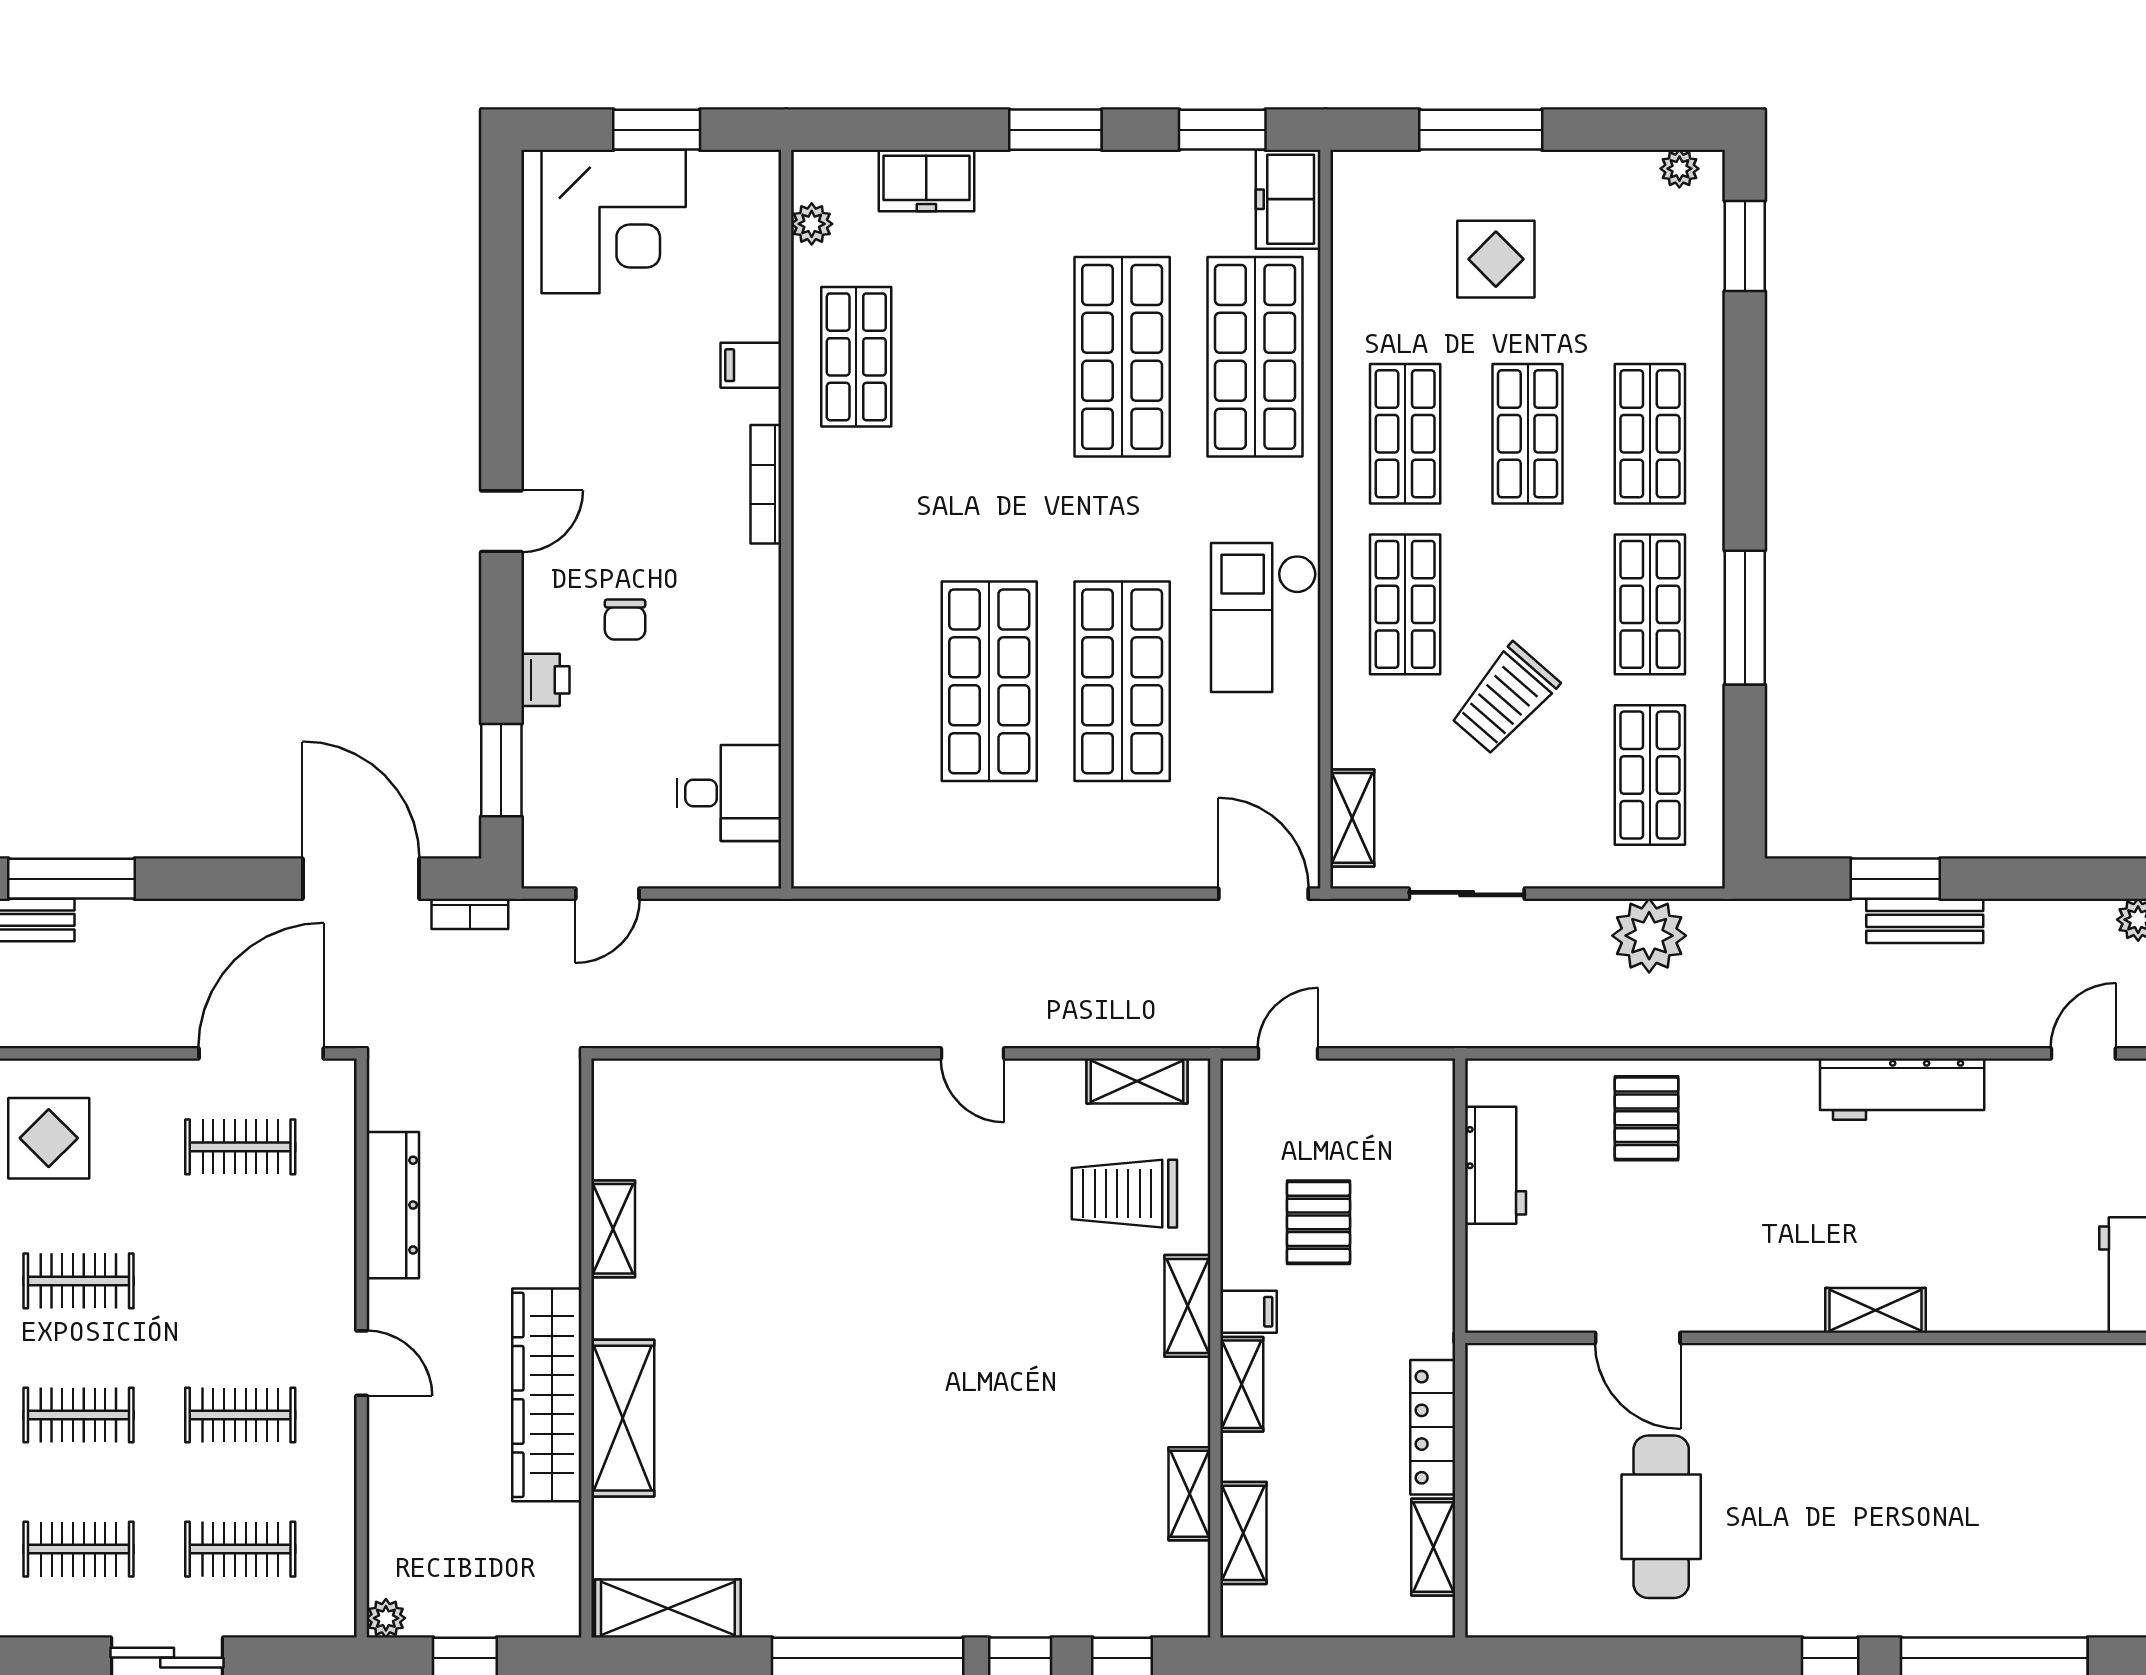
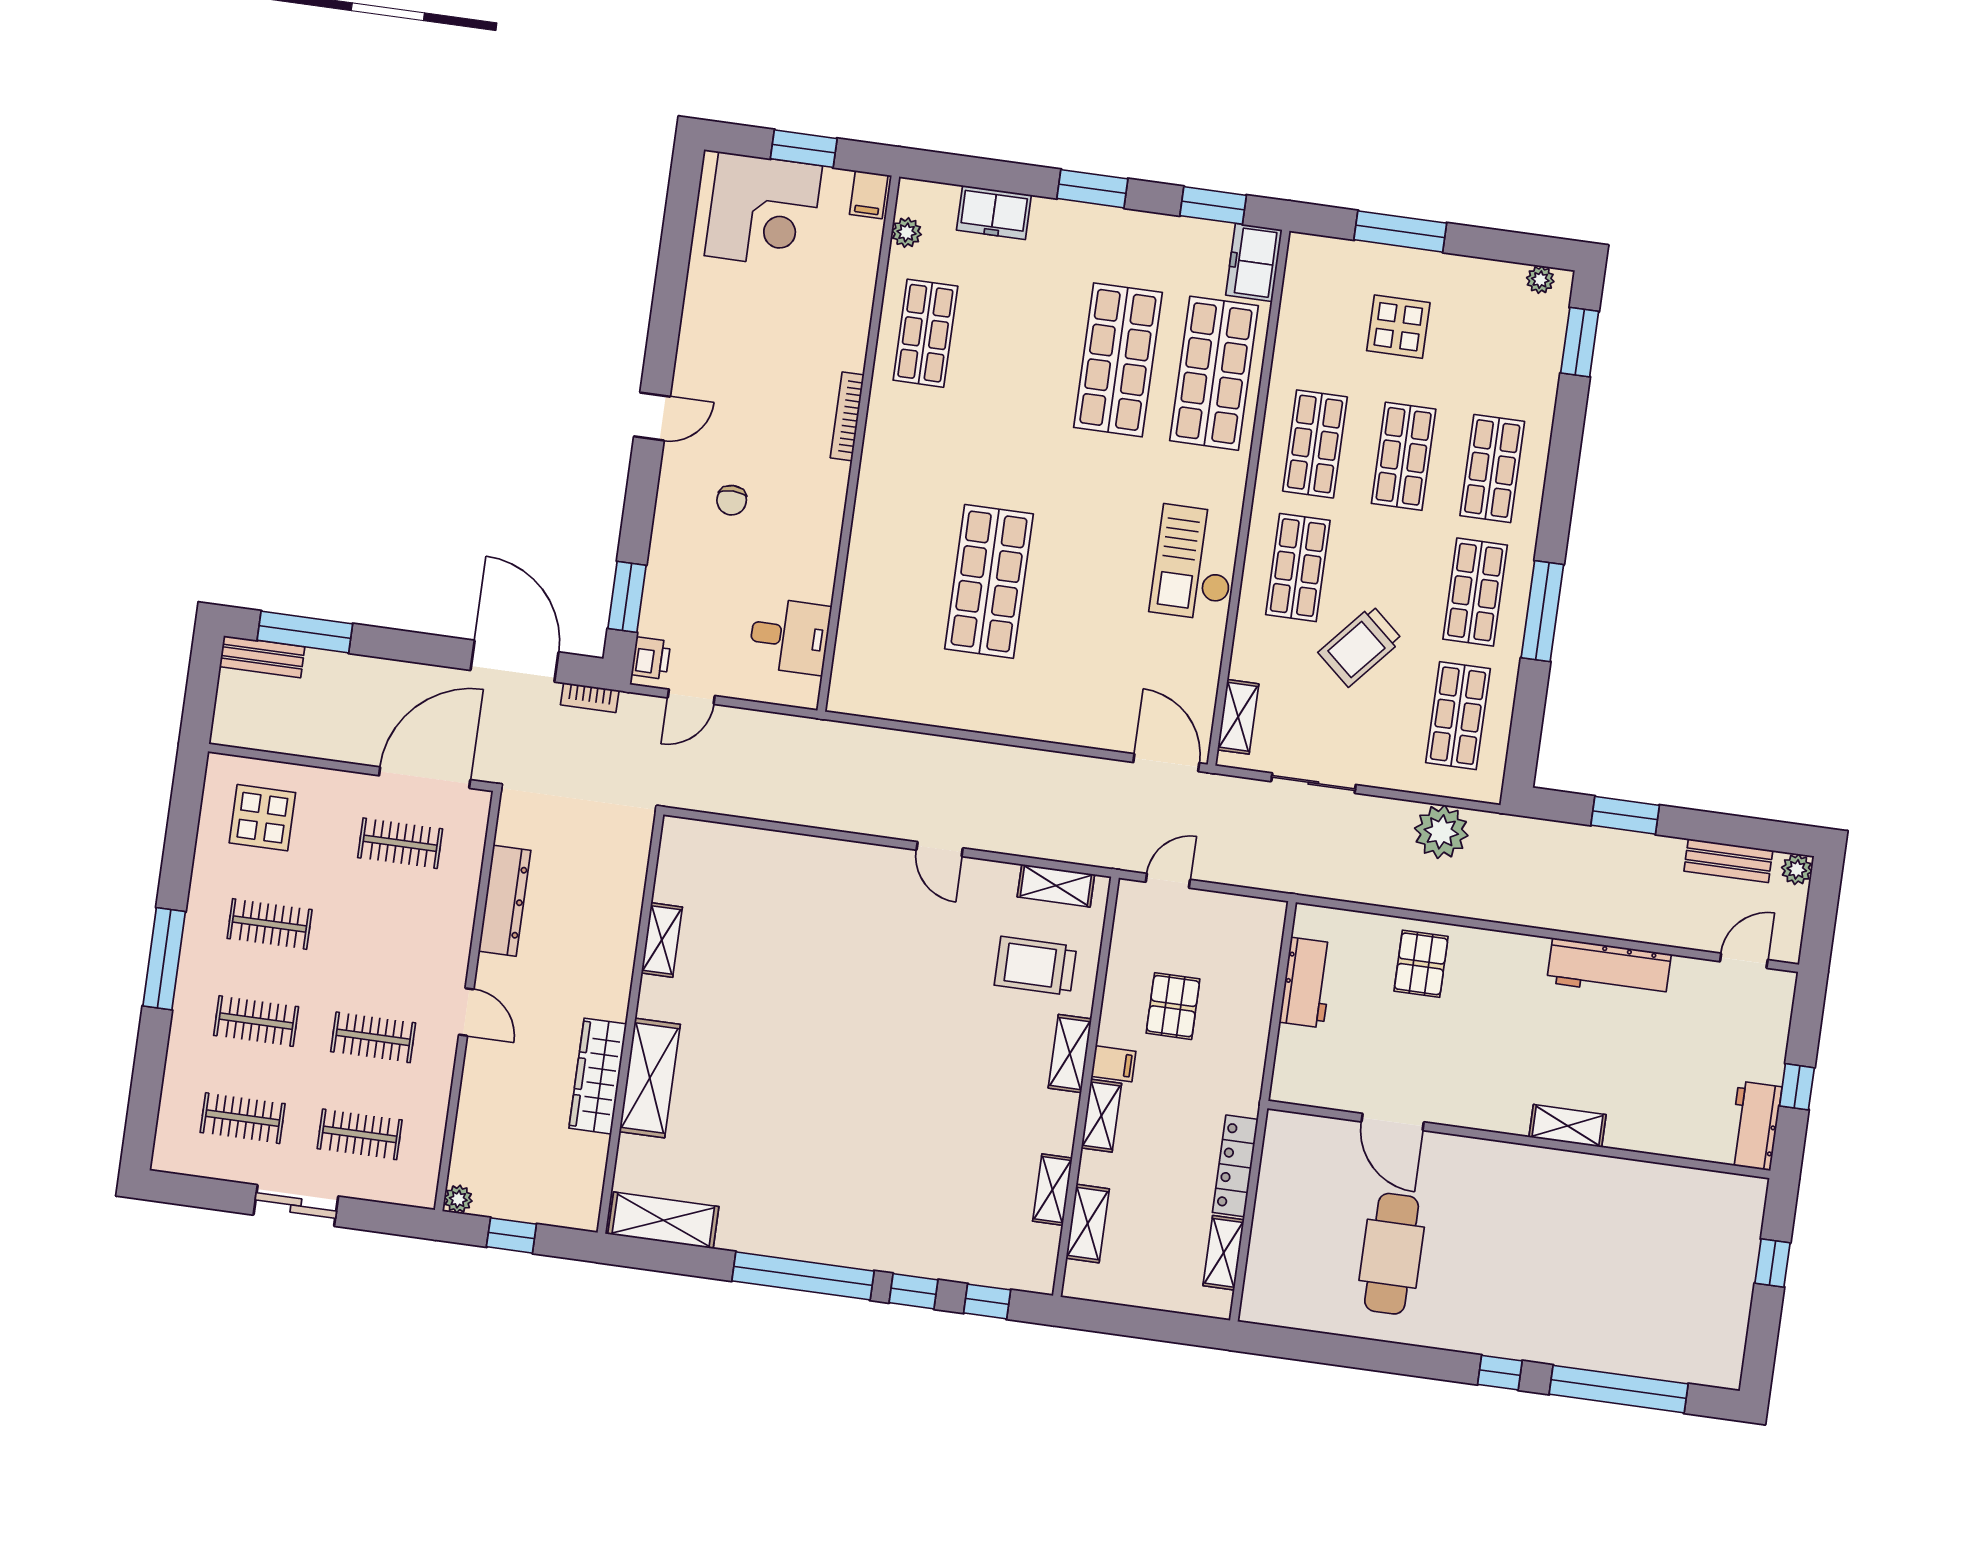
filing cabinet: (751, 365) -> (869, 195), moved, turned -90
printer: (545, 680) -> (651, 658), moved
shop shelf: (1122, 681) -> (1085, 595), removed
bench: (1925, 921) -> (1728, 861), moved
wardrobe: (547, 1395) -> (598, 1076), width x0.71, depth x0.85

